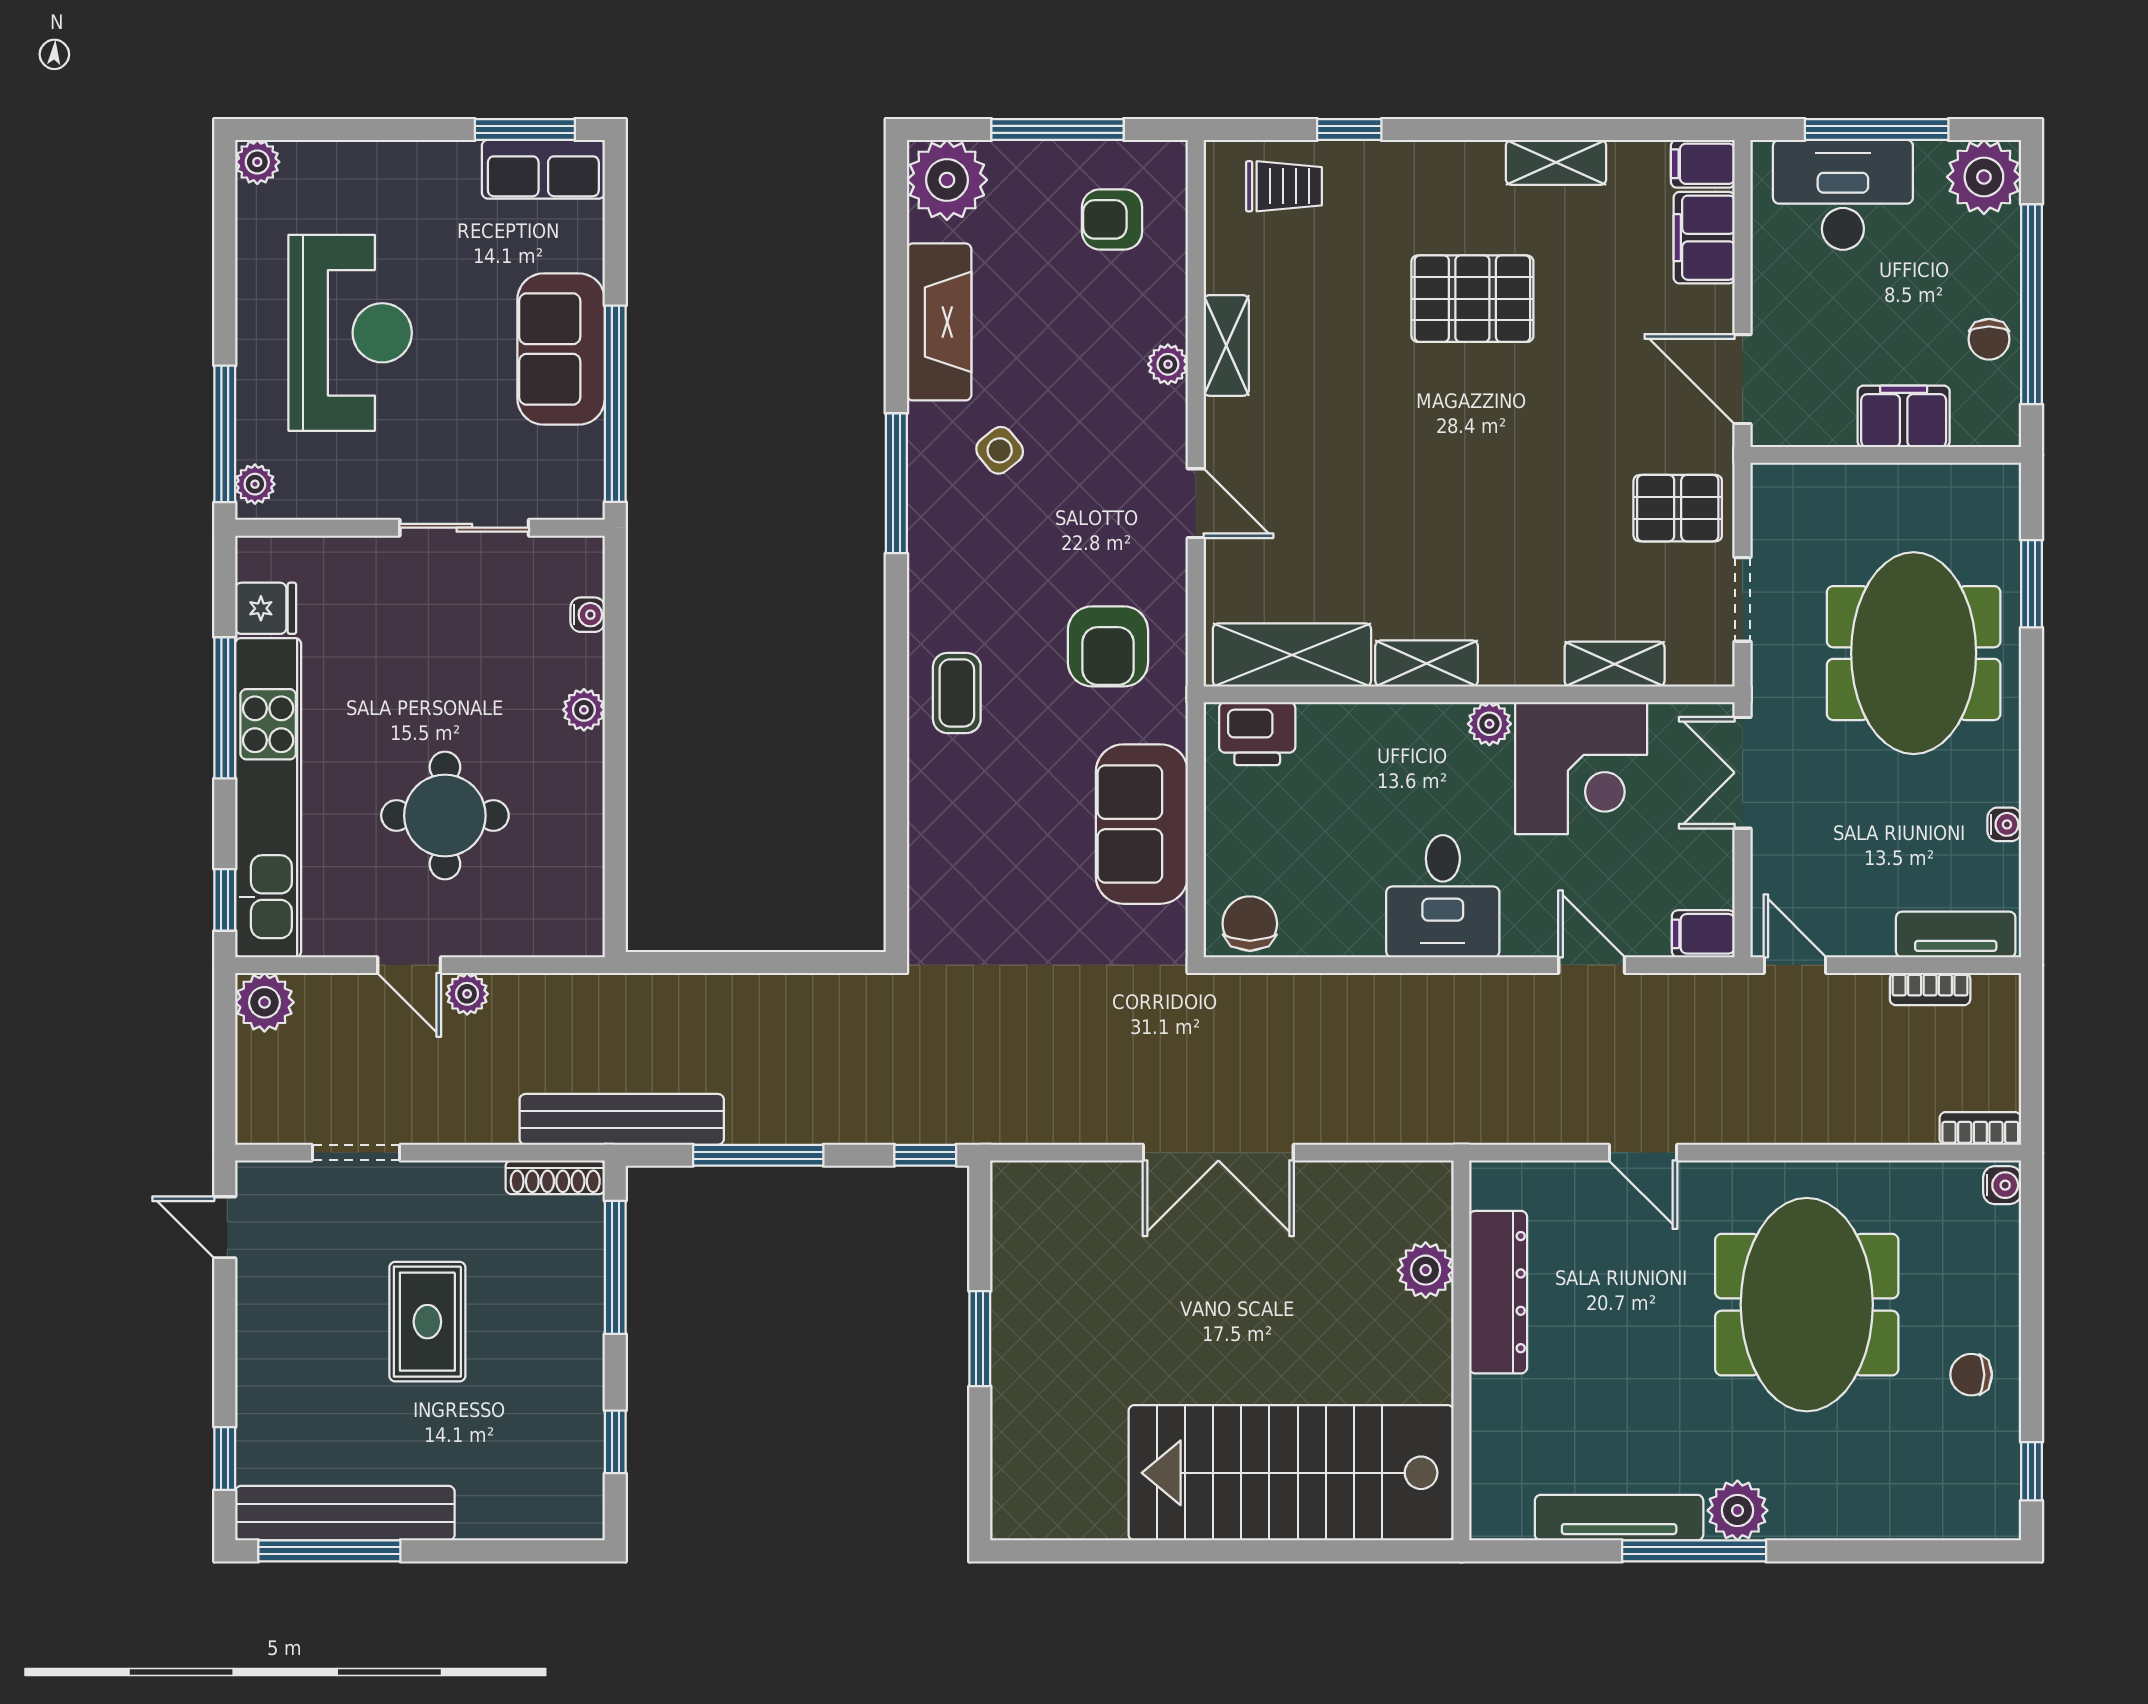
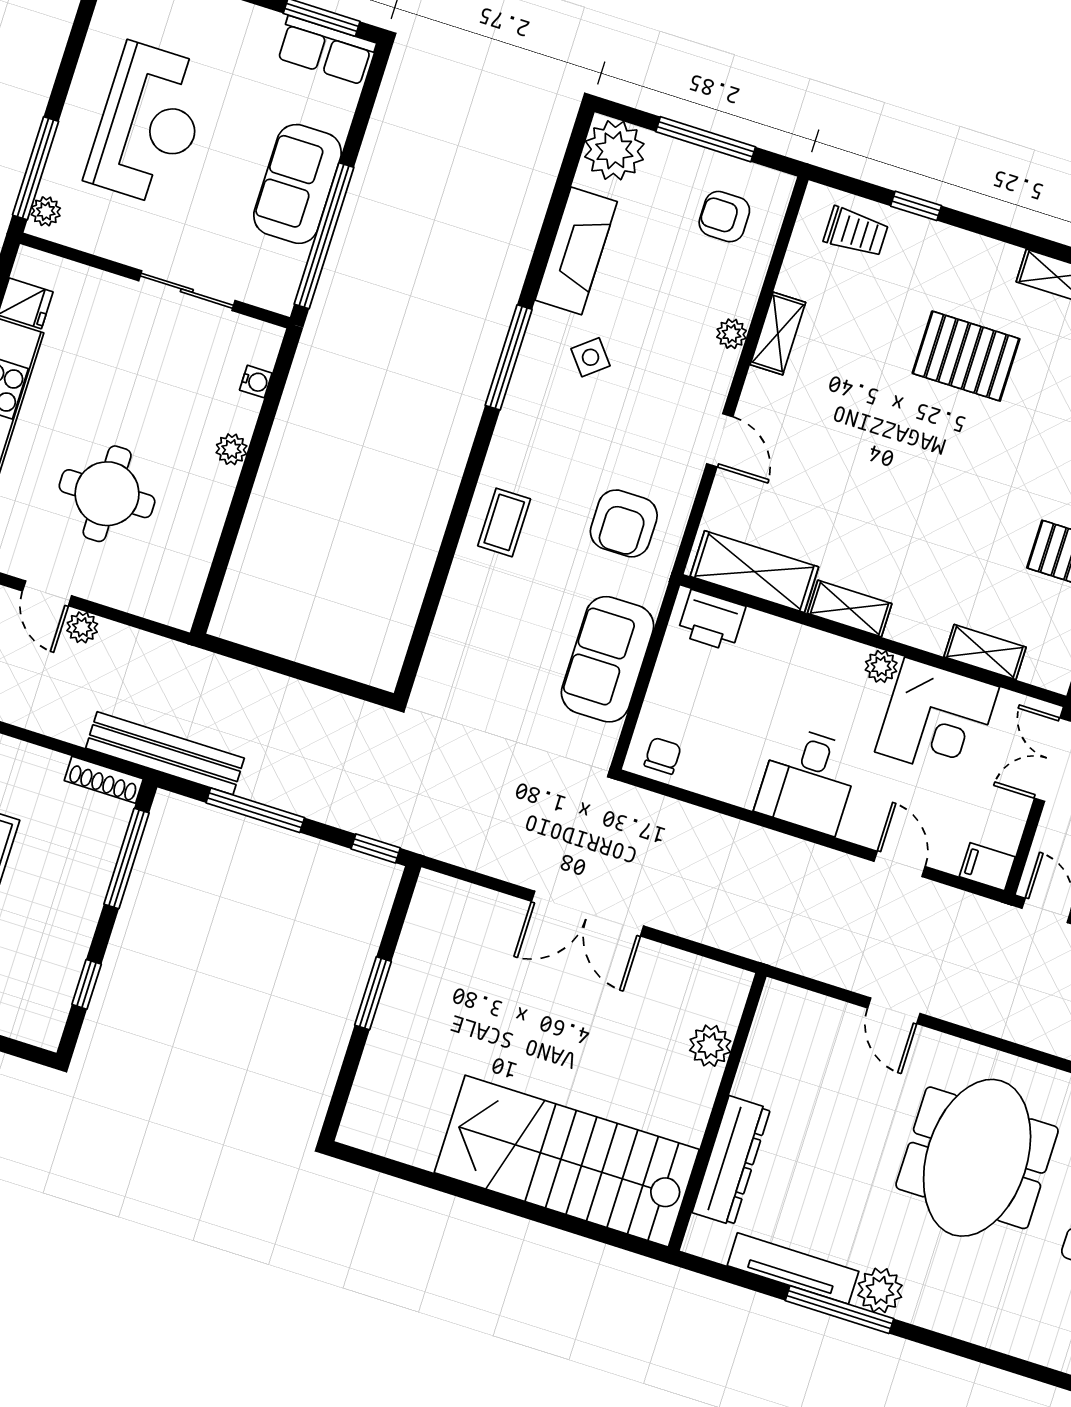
chair: (1250, 924) -> (663, 756), width x0.73, depth x0.73
dresser: (1498, 1292) -> (731, 1161), moved

